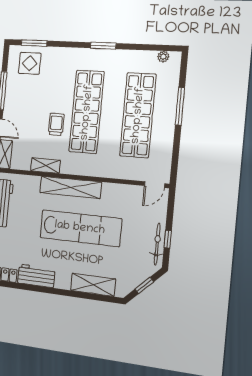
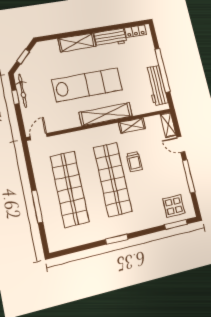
plant: (163, 57) -> (63, 244), removed
lab bench: (80, 228) -> (87, 85), turned 180
shelving: (93, 285) -> (77, 42), moved

